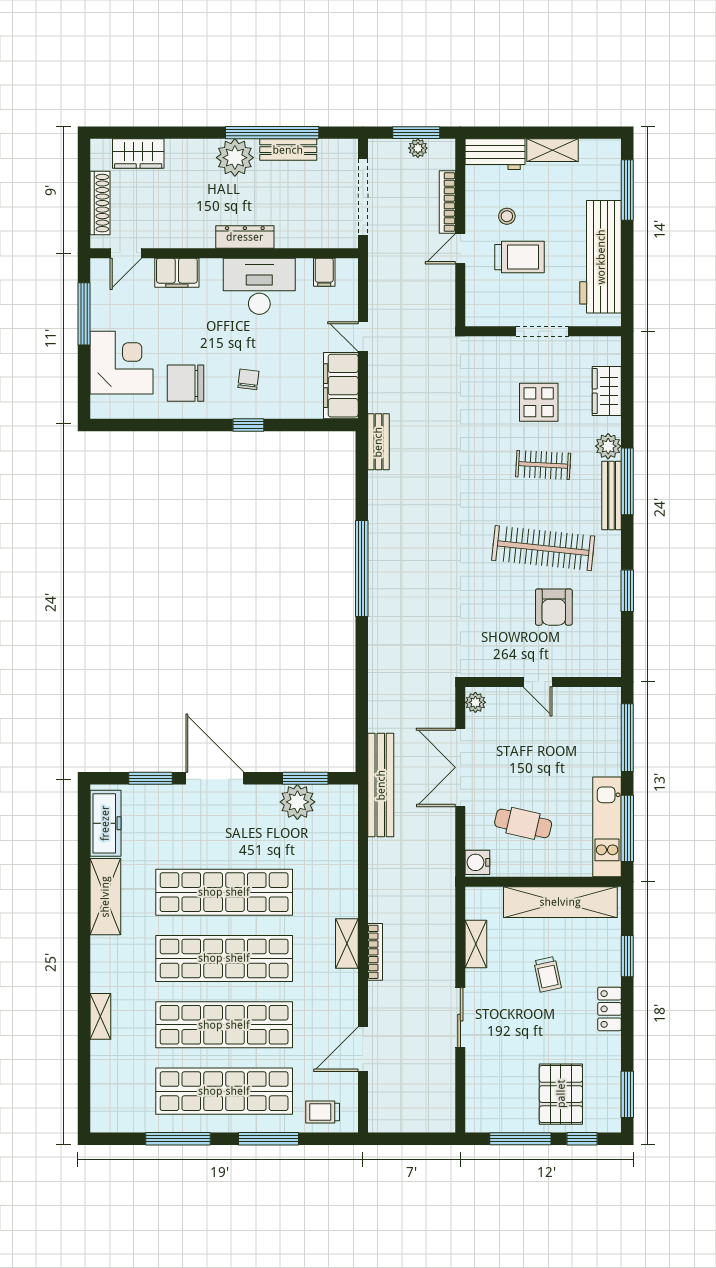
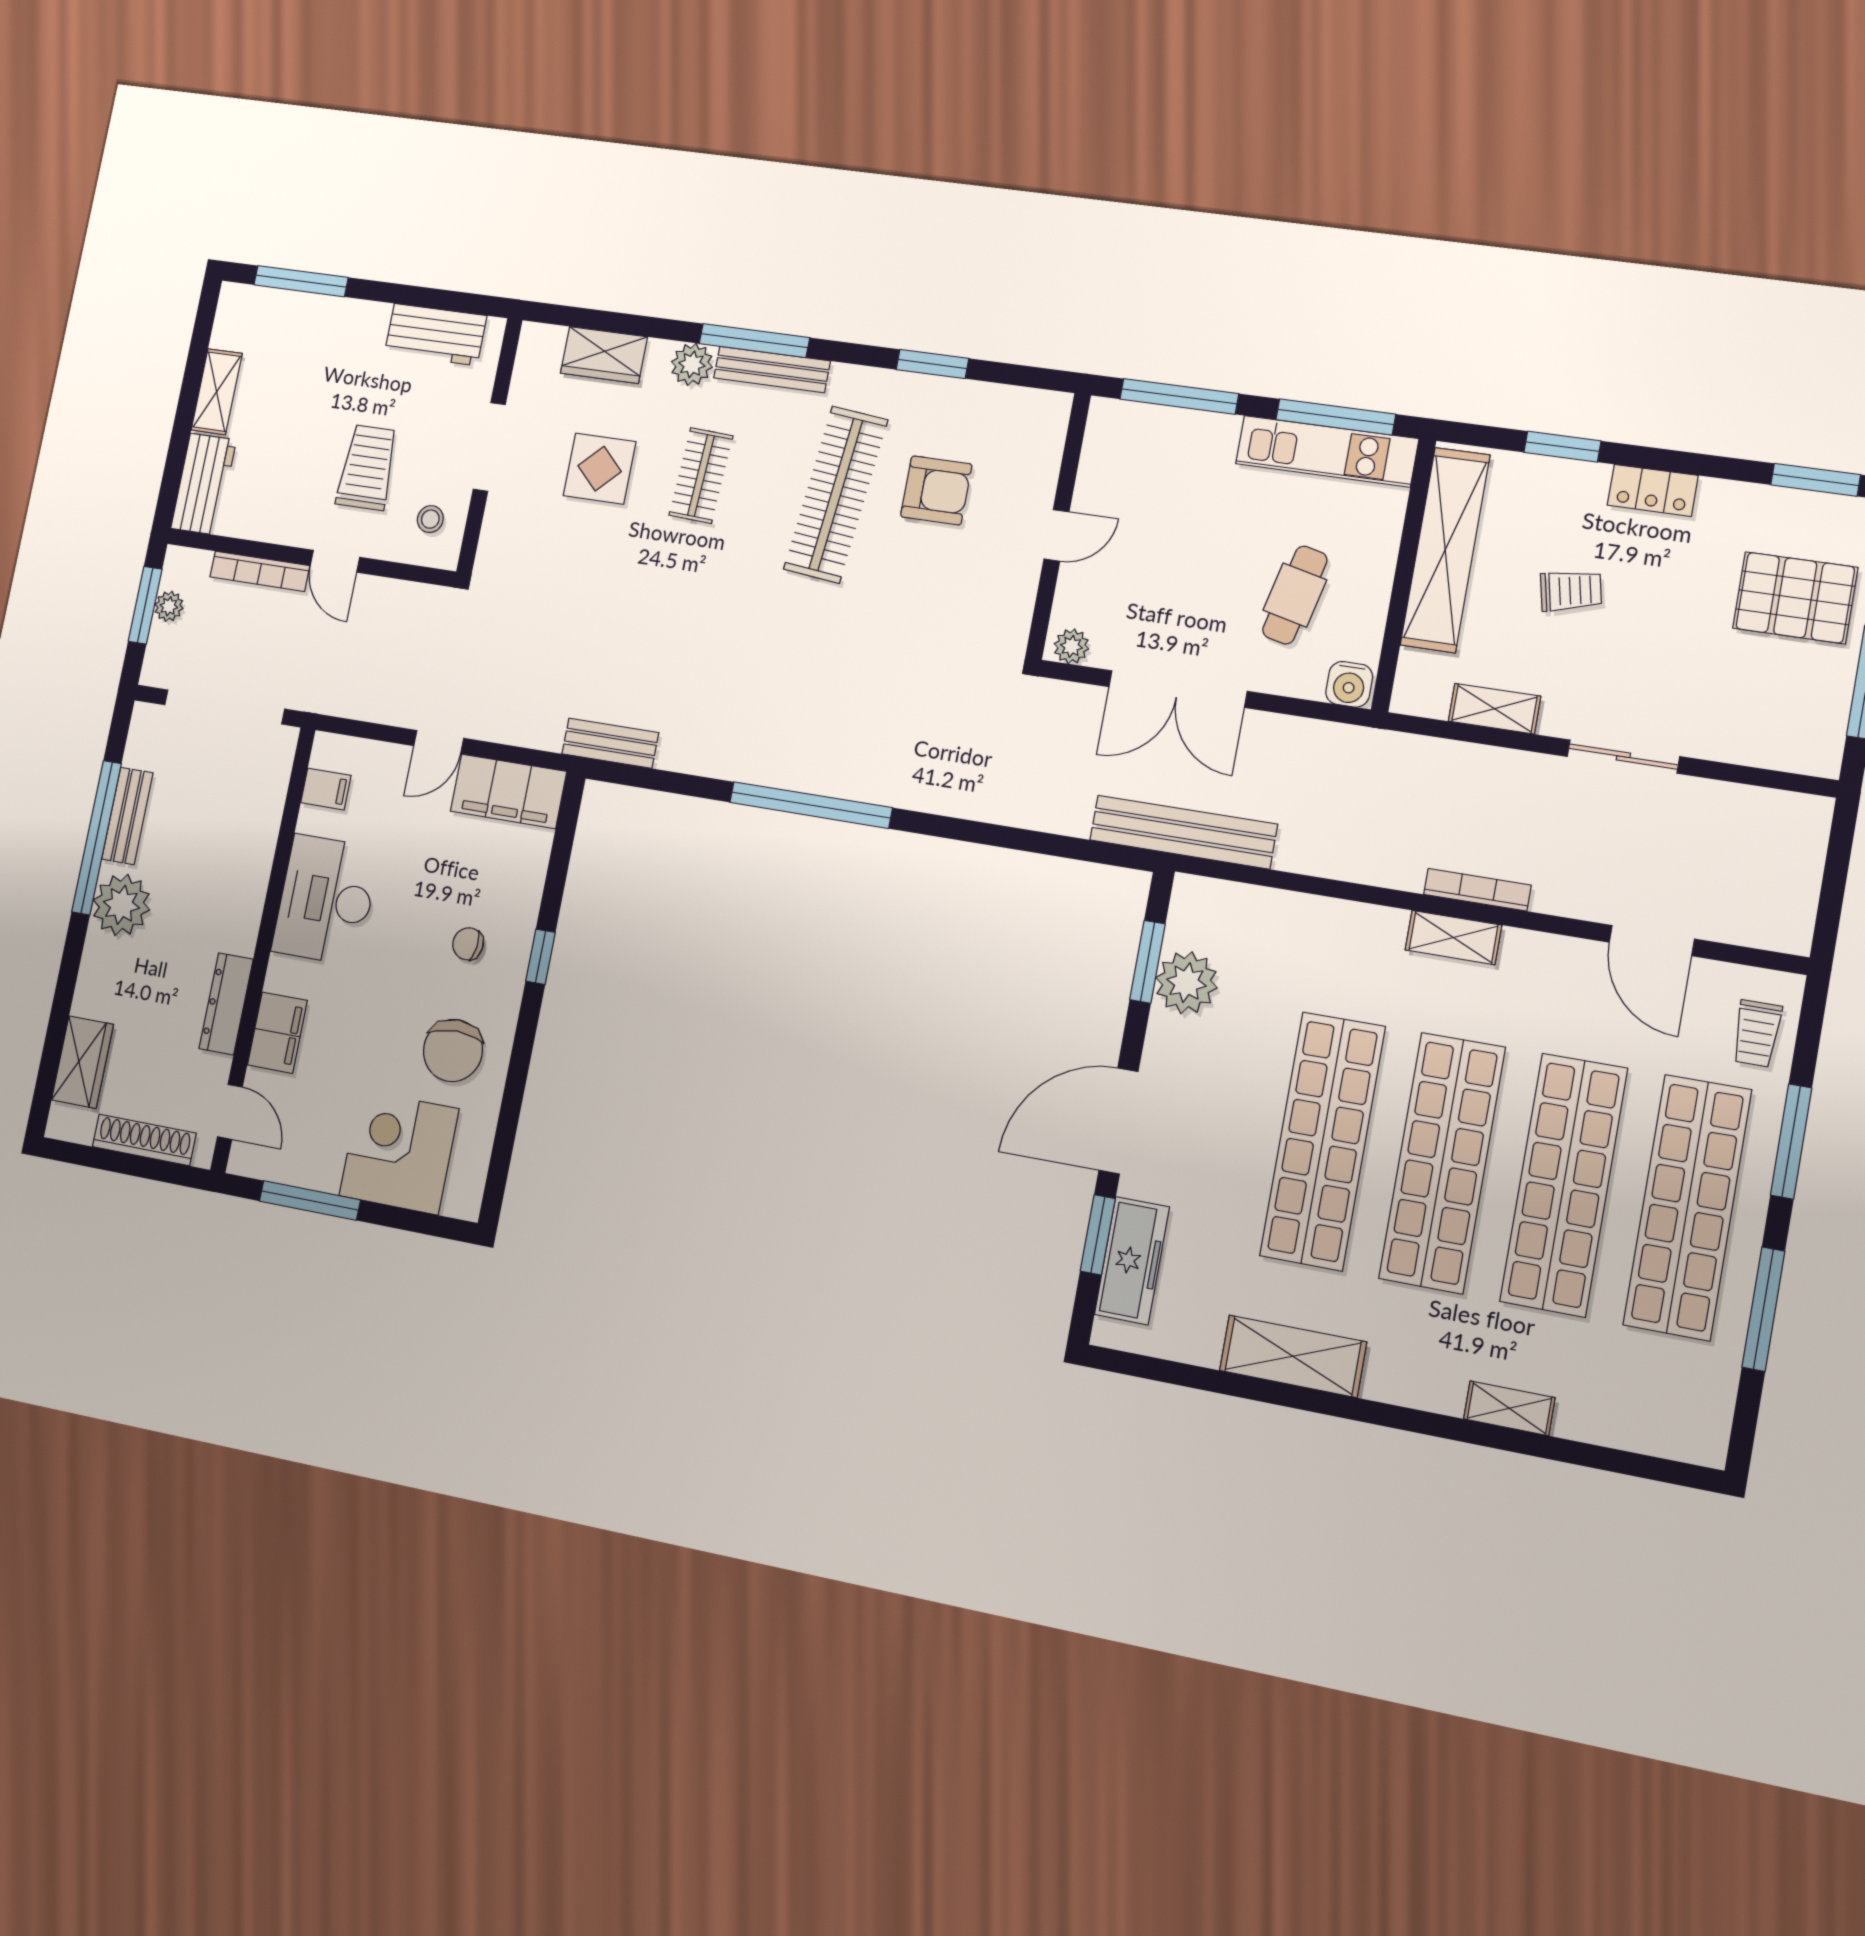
stool: (507, 216) -> (430, 519), moved
dresser: (245, 237) -> (226, 1004), moved
workbench: (601, 257) -> (436, 334), width x0.53, depth x0.76
freezer: (105, 823) -> (1132, 1261), moved, turned 90

